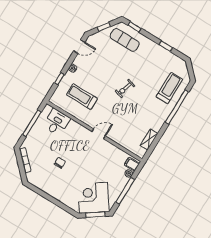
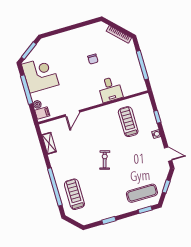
door: (79, 46) -> (168, 154), swing flipped
treadmill: (169, 88) -> (74, 194), turned 180
treadmill: (82, 97) -> (128, 122), turned -90
desk: (57, 122) -> (110, 89), moved
door: (99, 134) -> (72, 113), moved
corner desk: (93, 198) -> (40, 75), moved, turned -55

